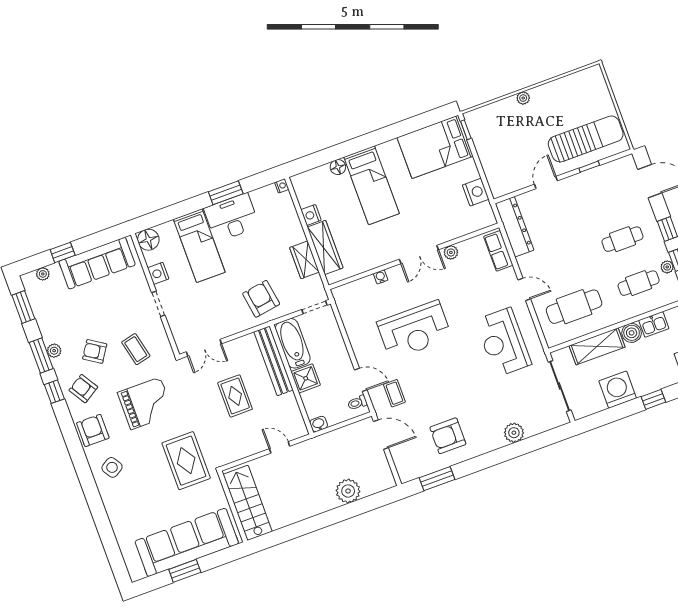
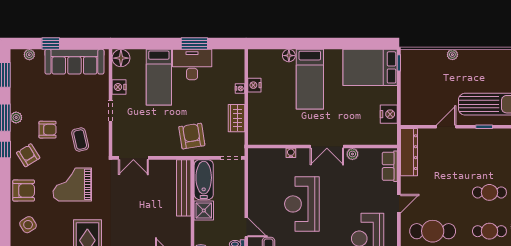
nightstand: (282, 186) -> (240, 88), moved
wardrobe: (325, 247) -> (256, 114), removed
door: (524, 289) -> (399, 204), hinge flipped
reception desk: (414, 330) -> (302, 204), turned 90
armchair: (95, 351) -> (48, 130), turned 147
rug: (235, 396) -> (144, 204), removed
grand piano: (146, 403) -> (72, 184), turned 180
armchair: (93, 430) -> (24, 190), turned 90

